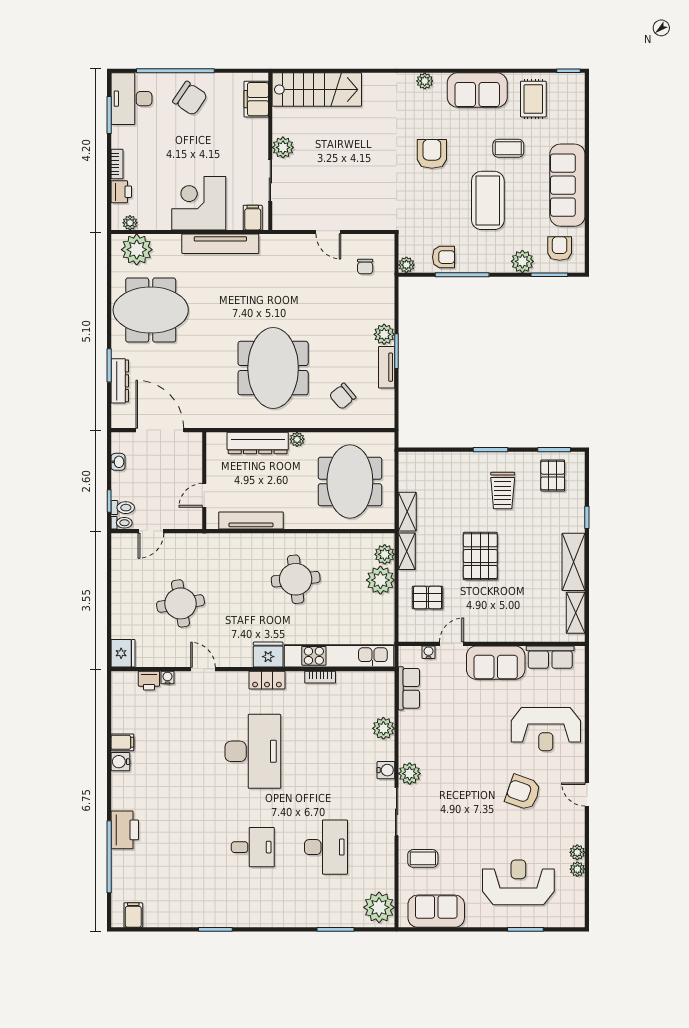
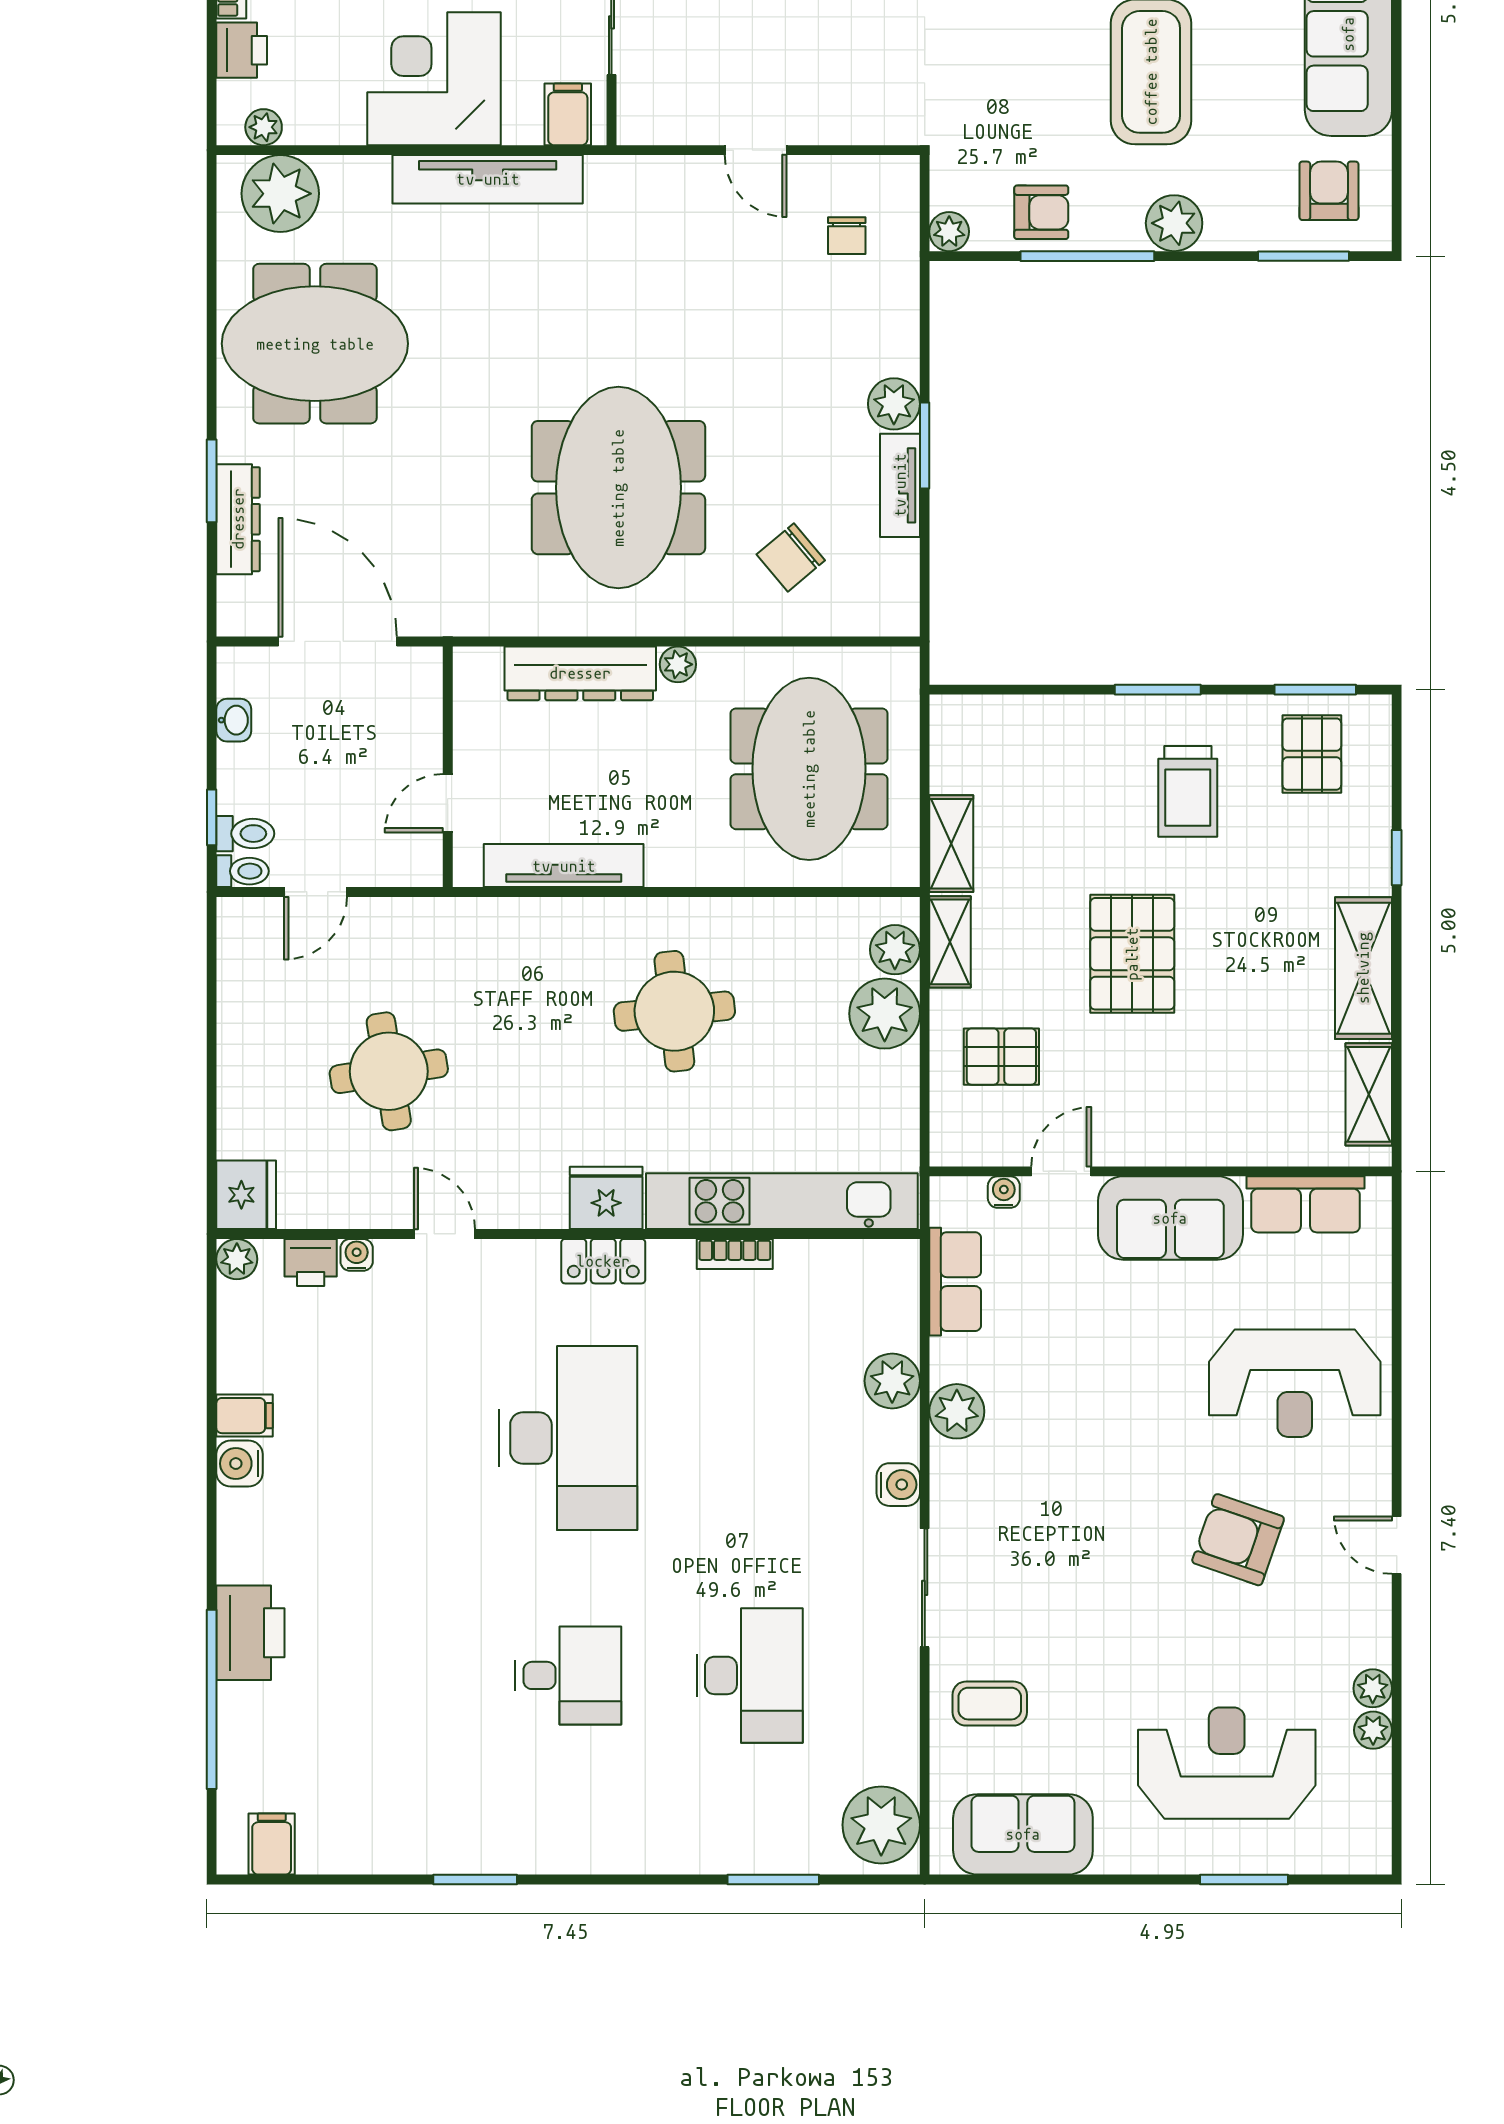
plant: (522, 261) -> (1174, 223), moved
plant: (119, 679) -> (237, 1259), added
plant: (410, 774) -> (957, 1411), moved

